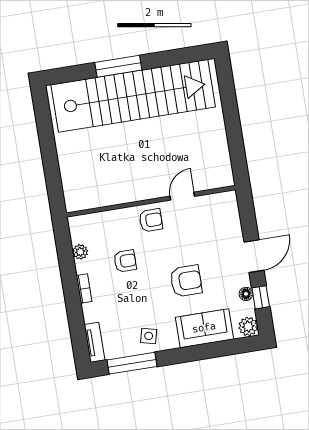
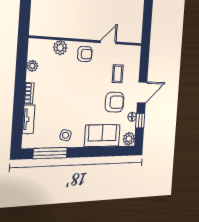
plant: (113, 220) -> (60, 48), added
coffee table: (208, 237) -> (118, 74), added
armchair: (125, 261) -> (62, 79), removed
armchair: (186, 281) -> (115, 102), moved
tv unit: (94, 342) -> (29, 119), moved

